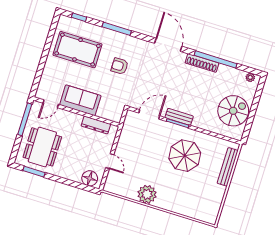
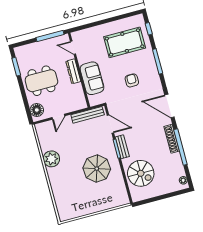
door: (168, 45) -> (169, 106), swing flipped
pool table: (78, 50) -> (125, 42), turned 90
sofa: (80, 100) -> (92, 78), moved
spiral stairs: (233, 111) -> (141, 173), moved
dresser: (96, 125) -> (73, 71), moved
dining table: (42, 147) -> (41, 81), moved
bench: (228, 167) -> (88, 115), moved

